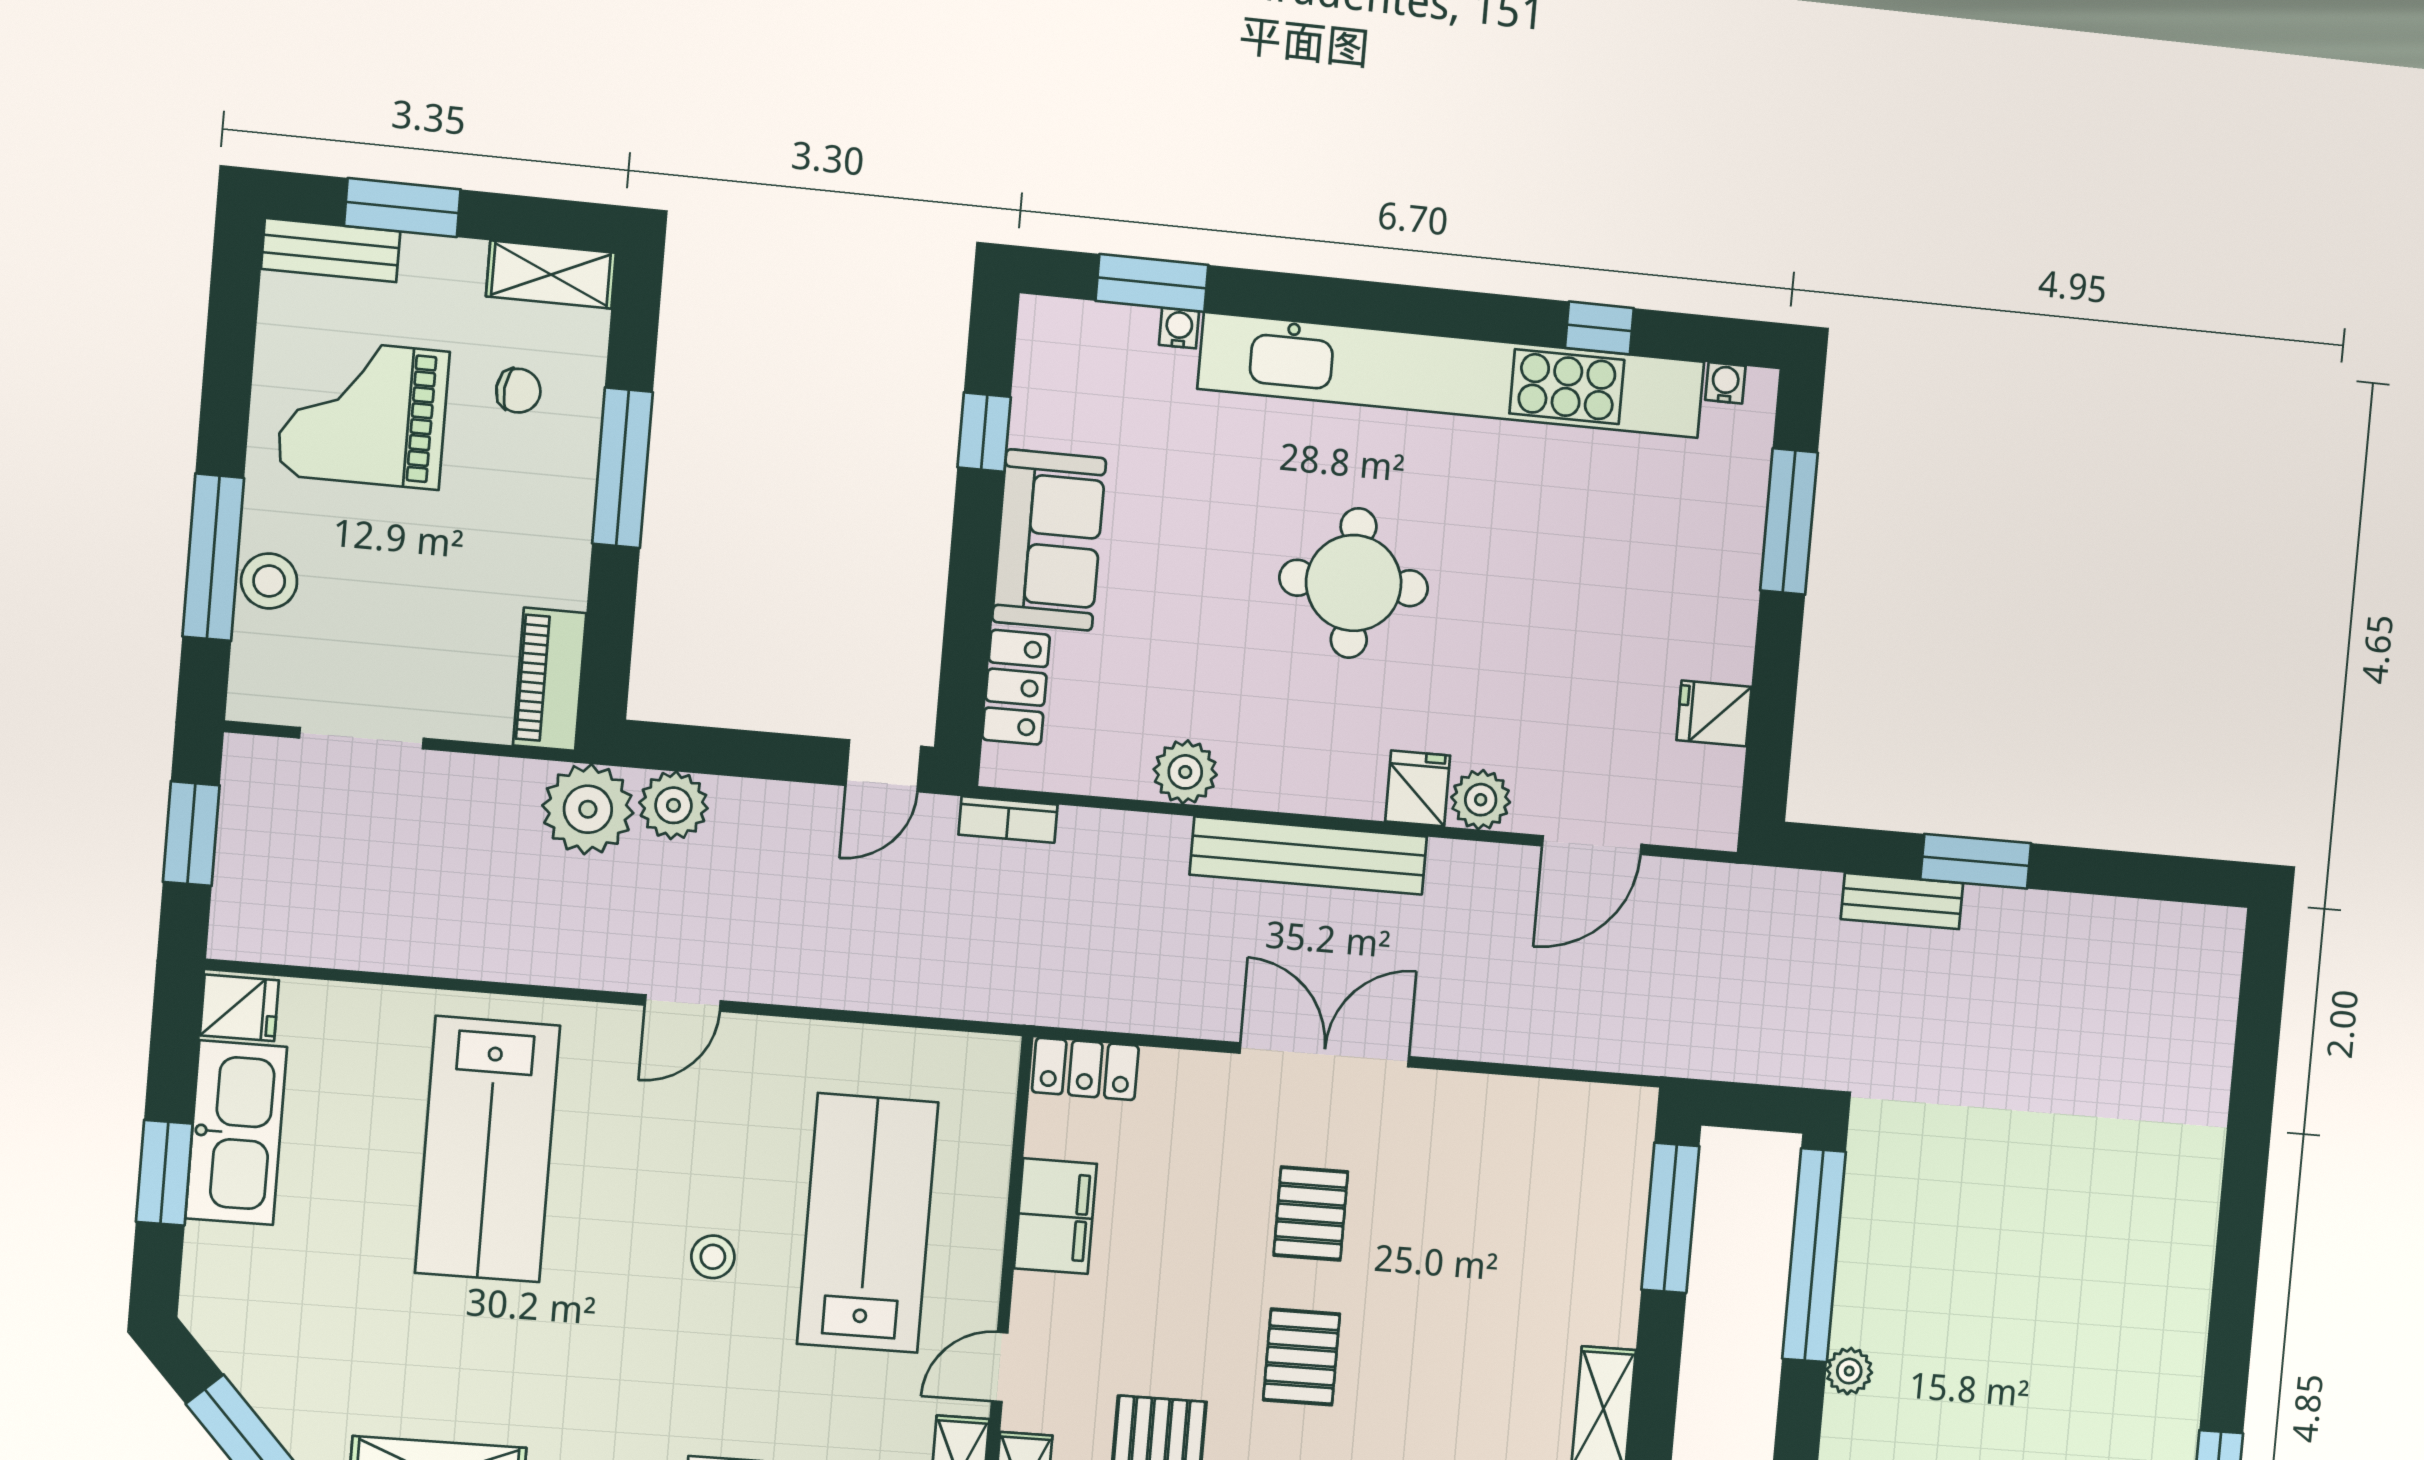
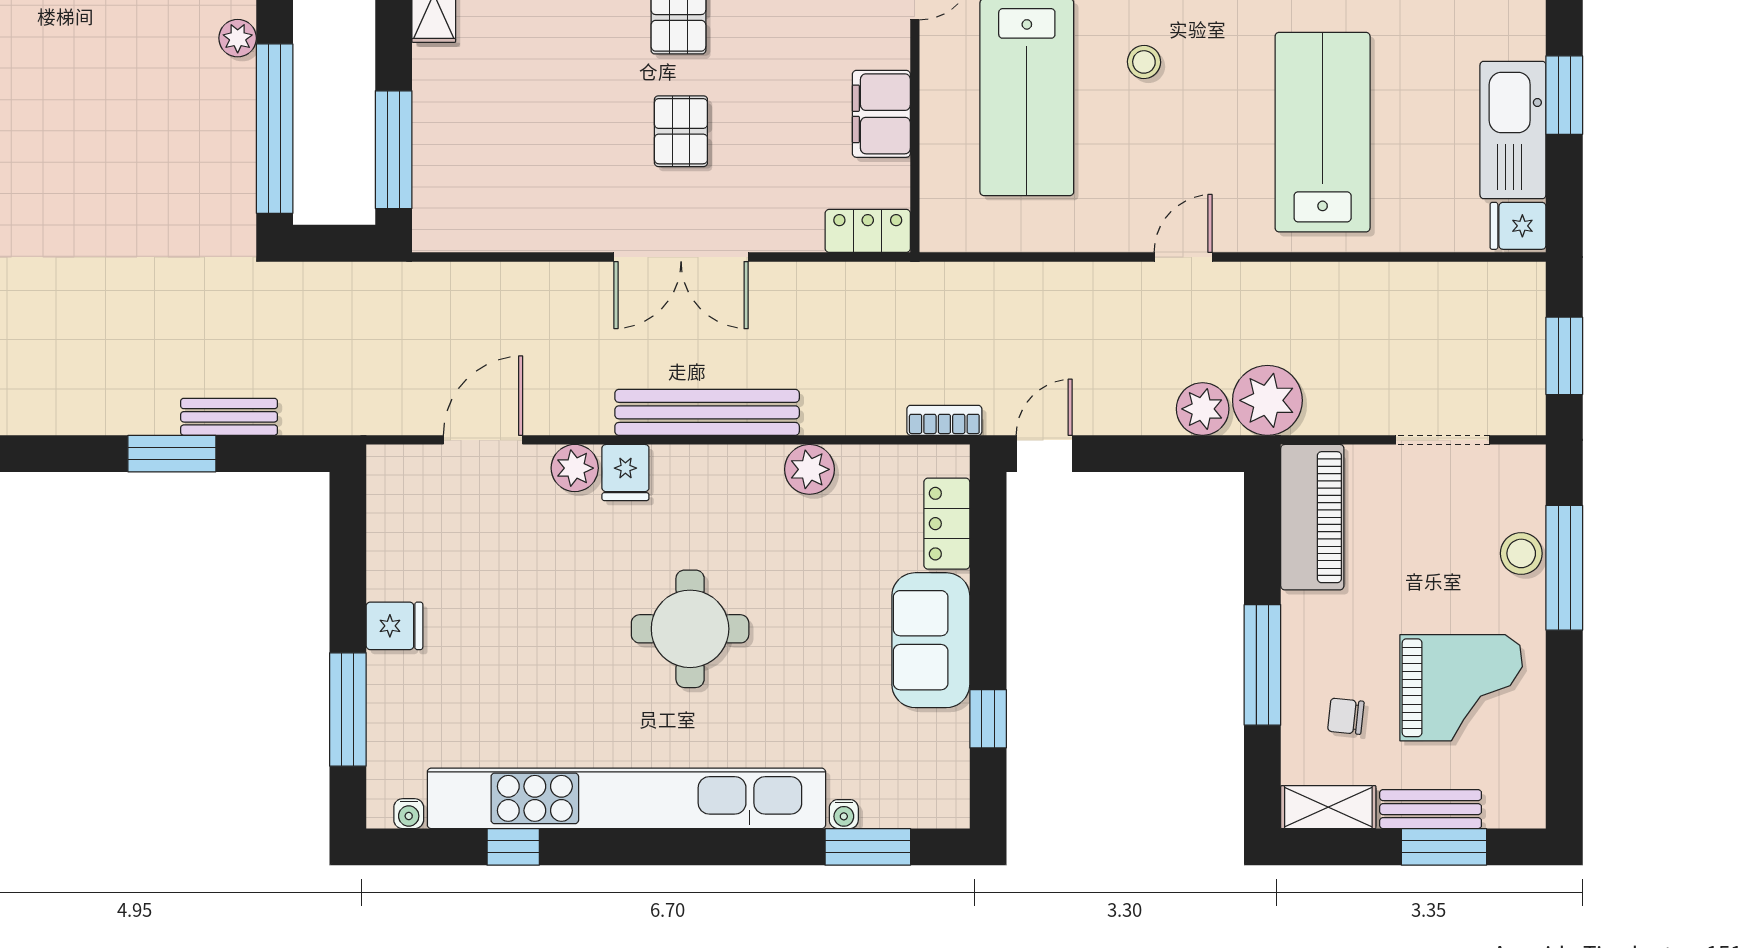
bench: (331, 250) -> (1431, 809), moved
piano: (550, 679) -> (1312, 517), width x1.37, depth x1.33
fridge: (1714, 713) -> (394, 626), moved

